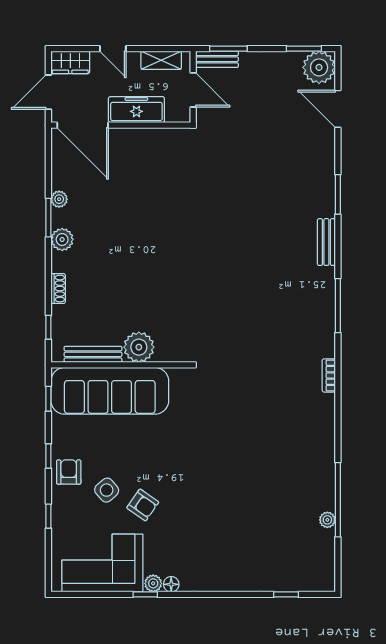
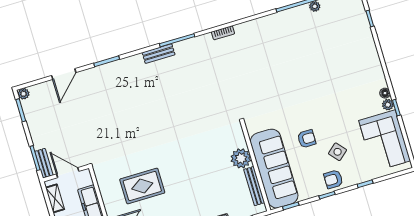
plant: (319, 67) -> (24, 94), width x0.53, depth x0.53
door: (193, 90) -> (68, 173), hinge flipped
door: (338, 109) -> (64, 74), moved
rug: (141, 192) -> (142, 186), added
bench: (326, 242) -> (159, 54), moved
armchair: (143, 505) -> (307, 139), moved, turned 55

